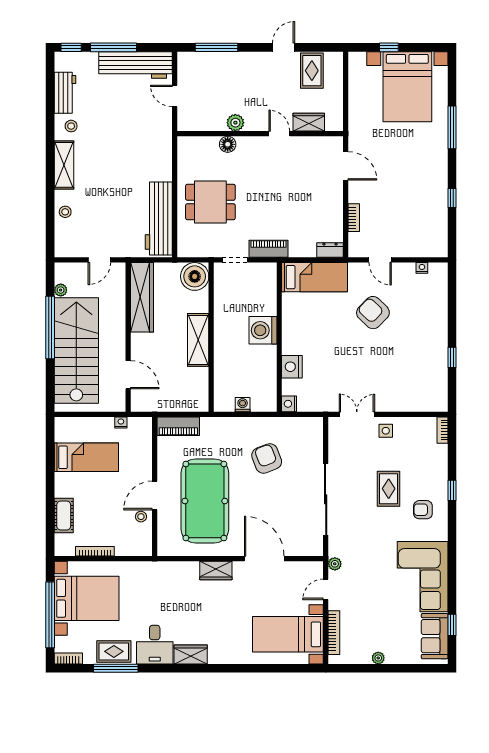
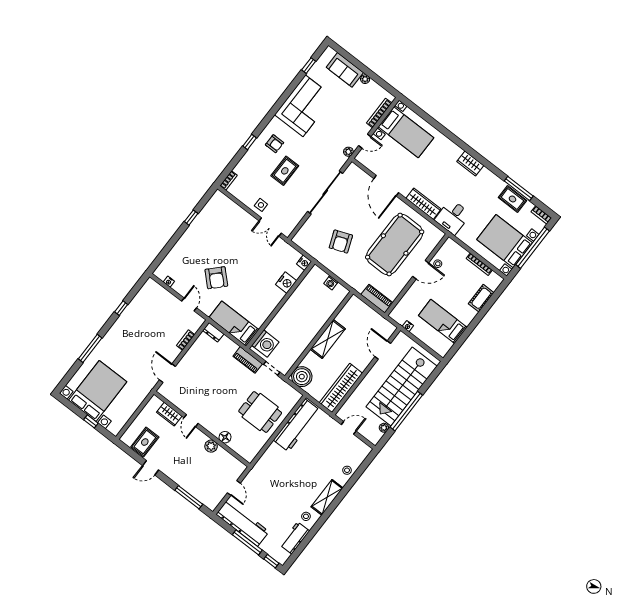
washing machine: (263, 330) -> (265, 344), moved
wardrobe: (216, 570) -> (423, 204), width x1.50
sofa: (435, 636) -> (345, 70), moved, turned 90
desk: (155, 645) -> (453, 217), moved, turned 180

